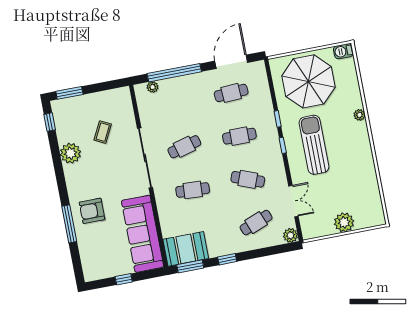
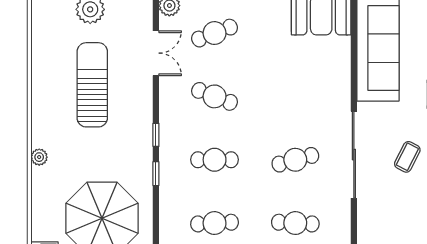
coffee table: (103, 132) -> (407, 157), moved
sun lounger: (314, 145) -> (92, 85), moved, turned 180
cafe table: (193, 190) -> (295, 223), moved
double door: (293, 201) -> (156, 53), swing flipped

